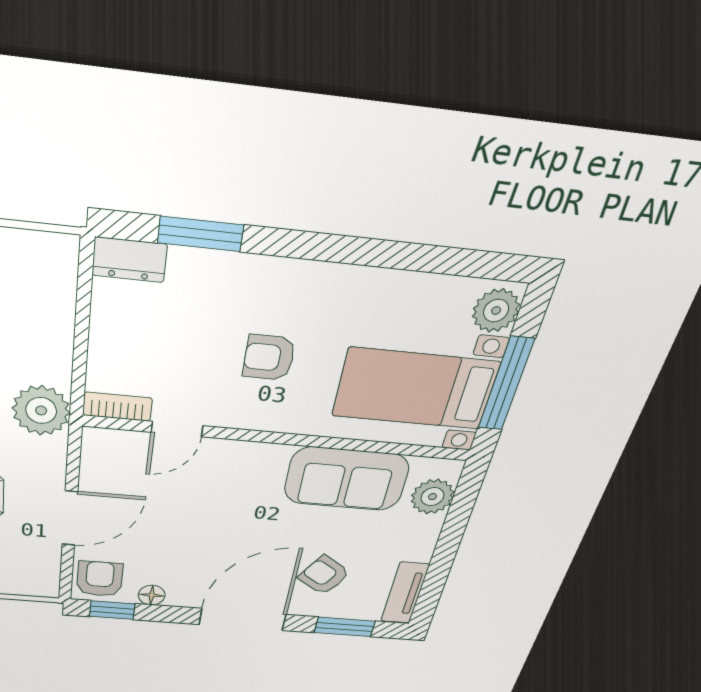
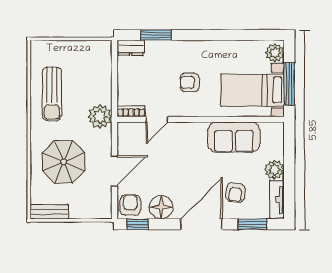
plant: (432, 497) -> (274, 170), moved
armchair: (324, 575) -> (236, 192), turned -116
floor lamp: (152, 595) -> (161, 207), width x1.89, depth x1.89

